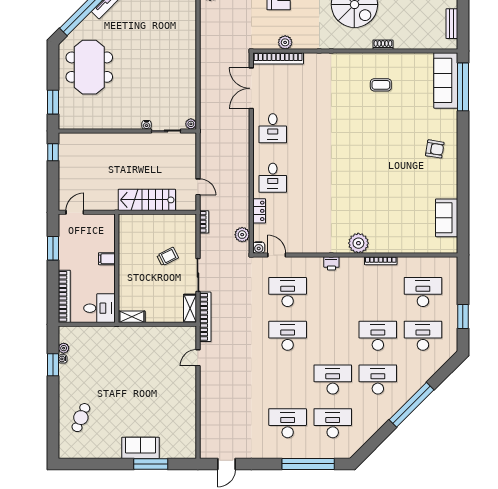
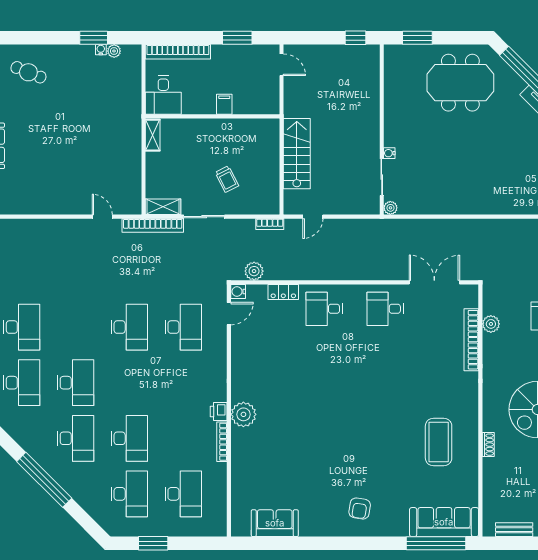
bookcase: (278, 58) -> (471, 340), moved
coffee table: (381, 85) -> (439, 442), width x1.86, depth x1.72
printer: (331, 263) -> (219, 412), moved

